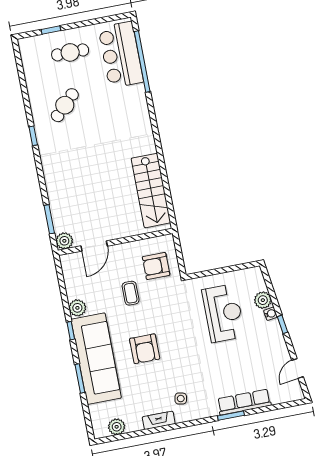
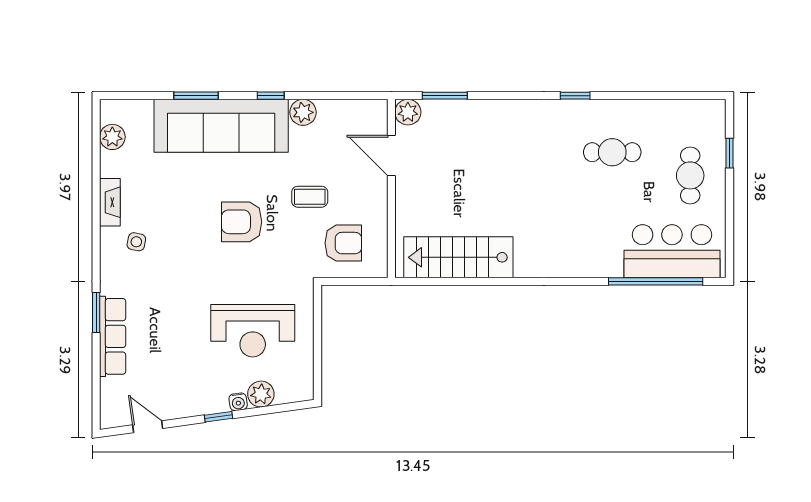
cafe table: (65, 105) -> (612, 152), turned -45
armchair: (156, 266) -> (343, 243), turned 90
armchair: (145, 349) -> (242, 222), moved

